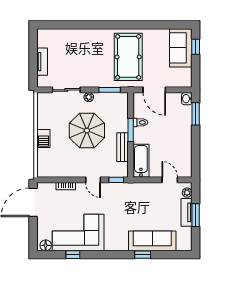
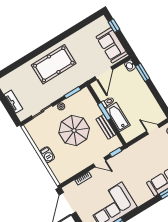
sofa: (181, 48) -> (112, 45), moved
pool table: (128, 57) -> (54, 64), moved, turned 90
door: (154, 90) -> (104, 73), hinge flipped
bathtub: (141, 161) -> (118, 117), moved

